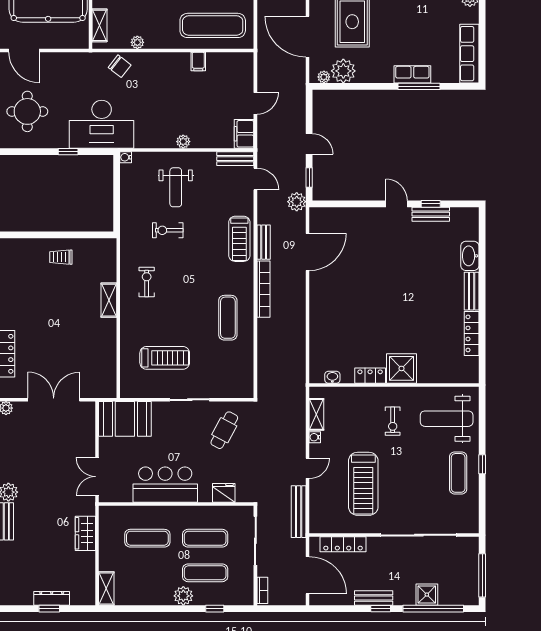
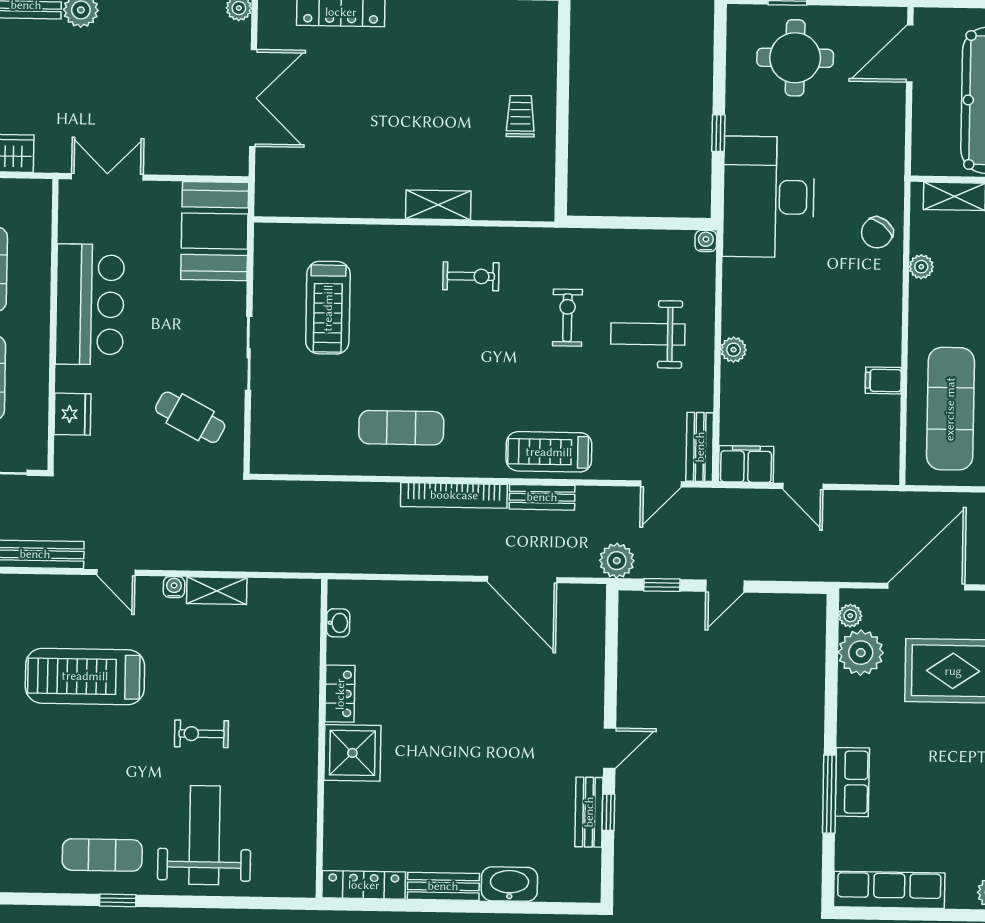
shower: (401, 368) -> (352, 753), moved
locker: (370, 376) -> (340, 694), moved
washbasin: (332, 377) -> (338, 623), moved
wall: (394, 385) -> (322, 738), moved

